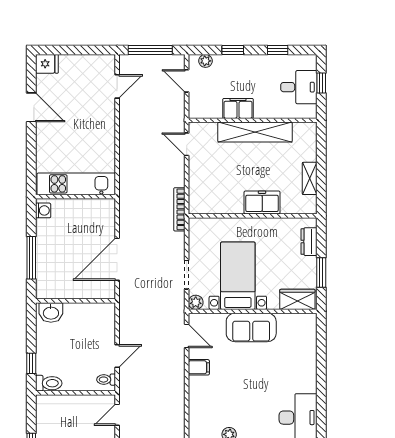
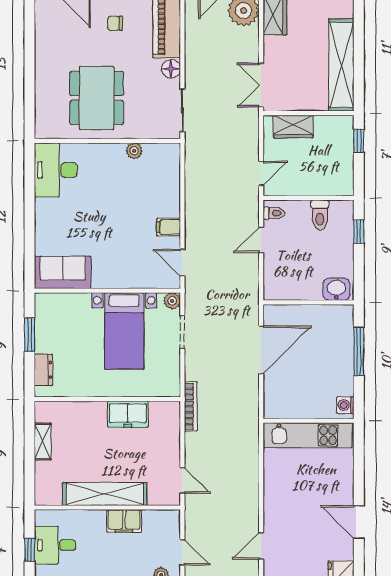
freezer: (262, 202) -> (128, 414), moved
wardrobe: (297, 299) -> (57, 304), removed
sofa: (251, 327) -> (63, 272), moved
toilet: (49, 383) -> (320, 215), moved, turned -90

